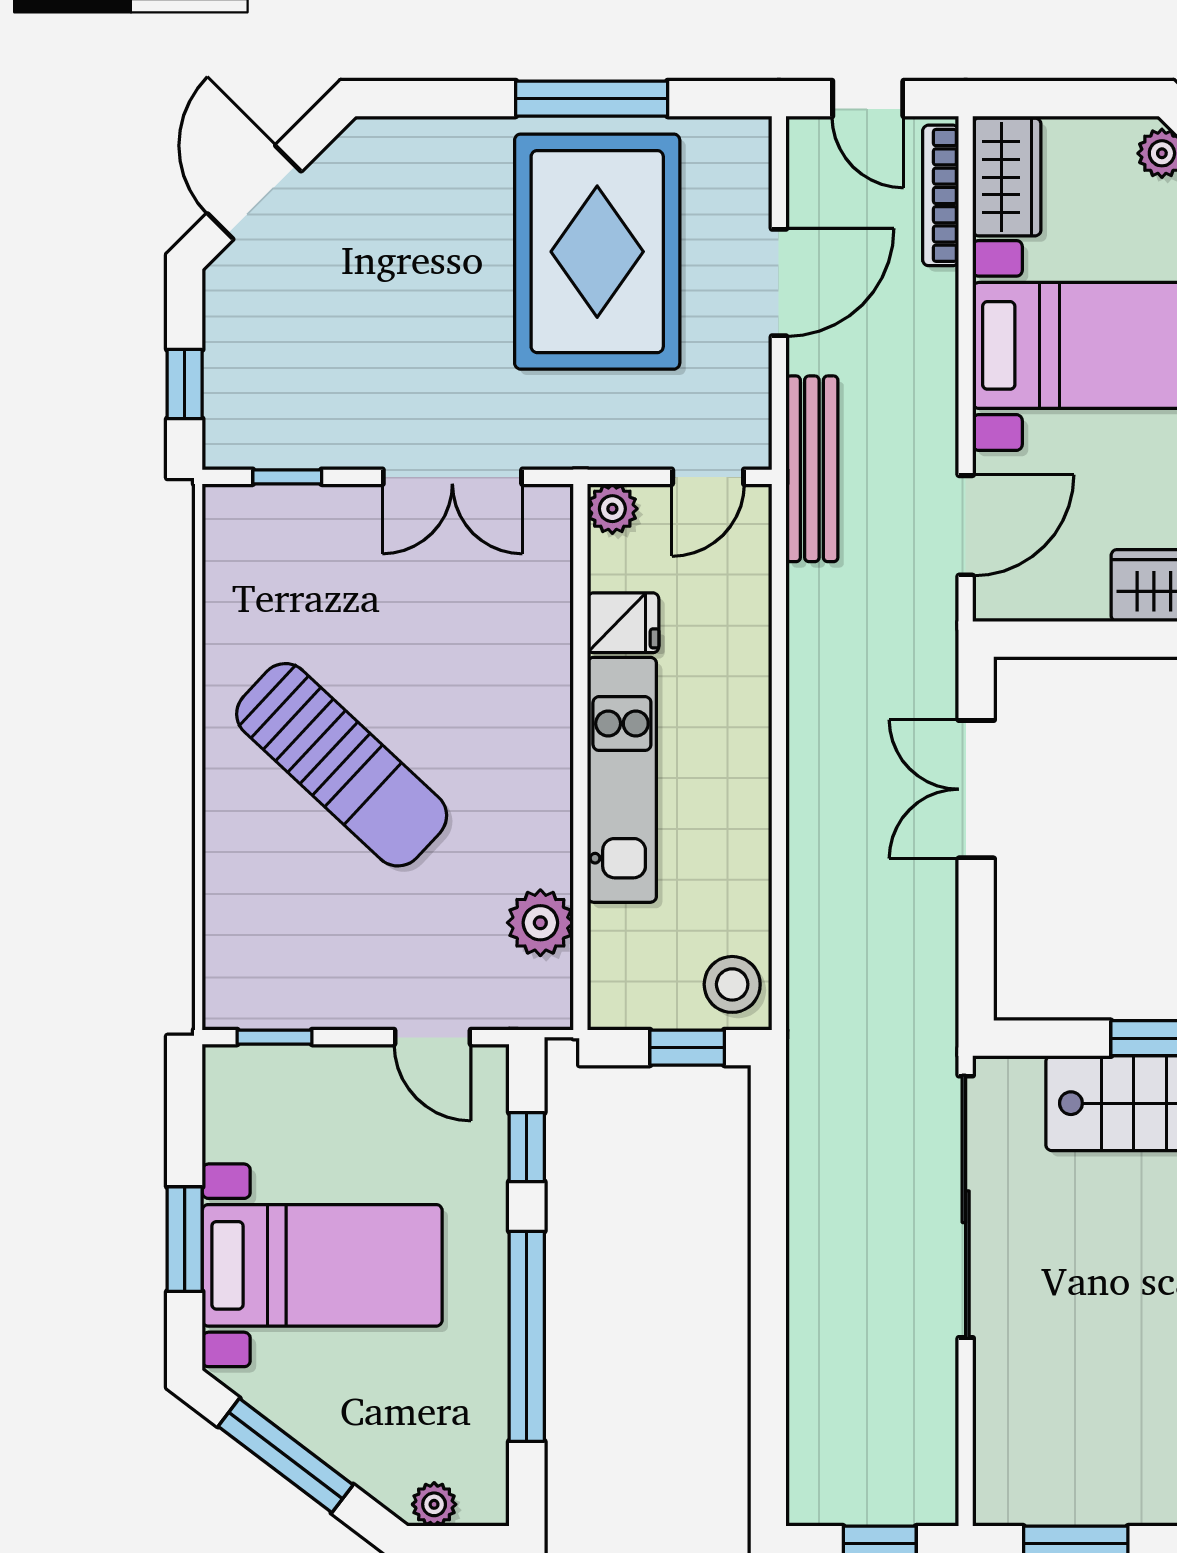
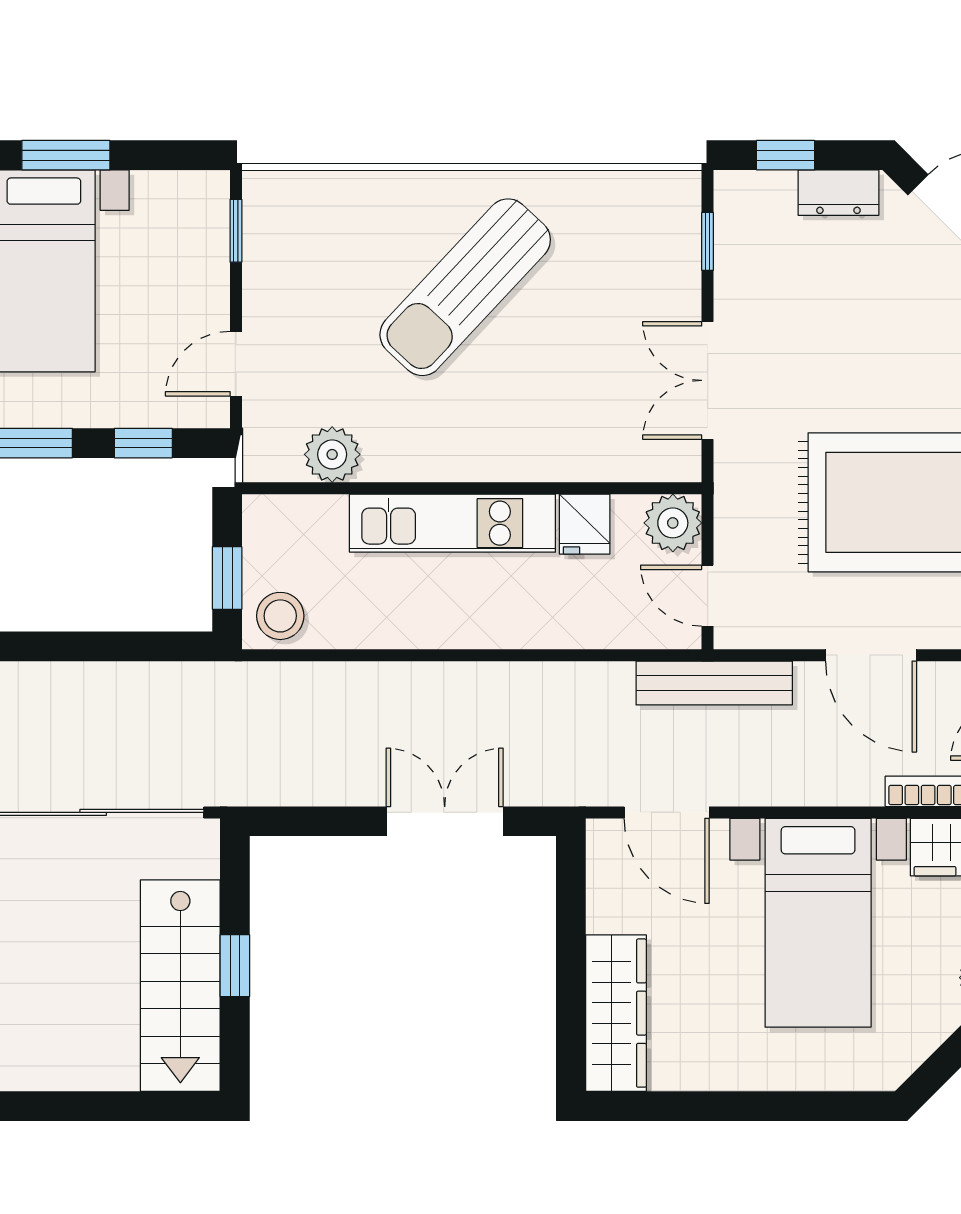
dresser: (229, 321) -> (838, 193), added
plant: (612, 509) -> (673, 523), width x1.38, depth x1.38

